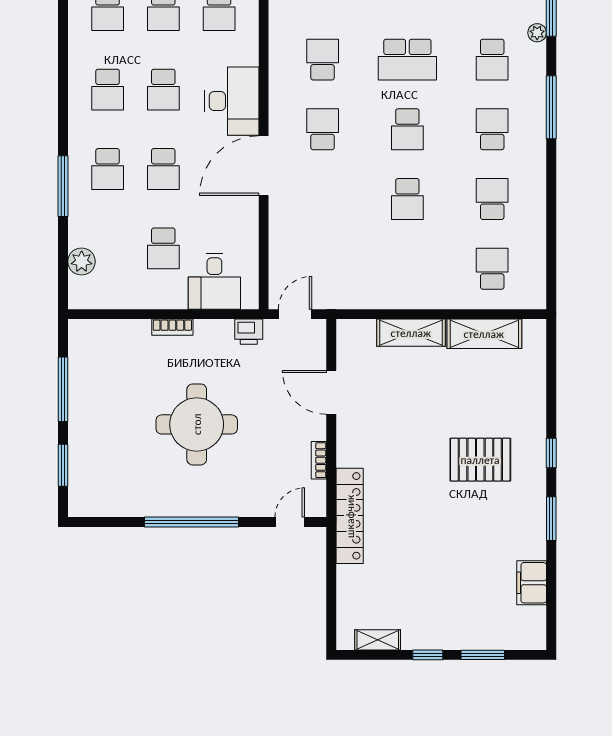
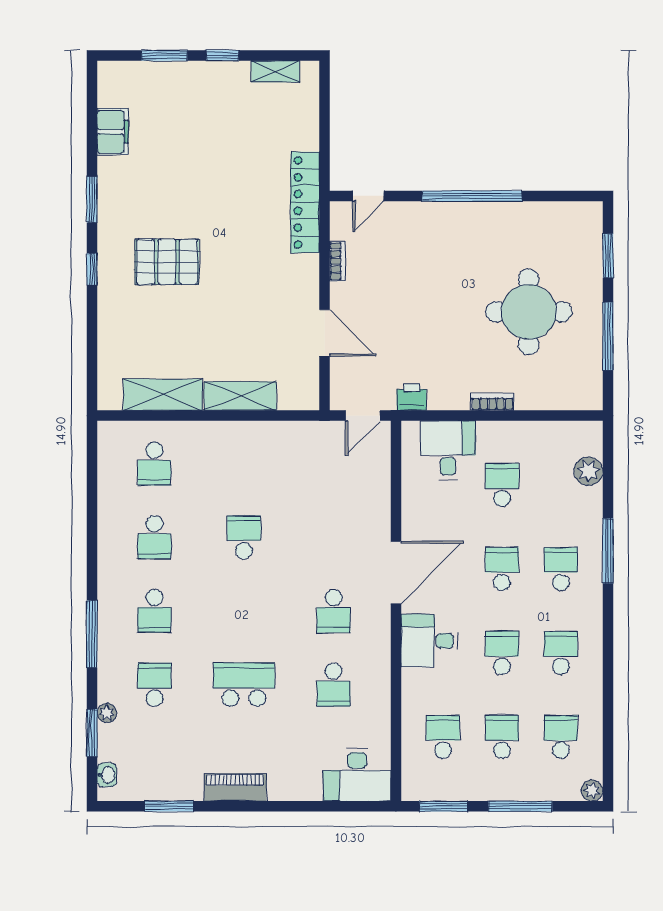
desk: (232, 101) -> (429, 641), width x0.73
school desk: (407, 129) -> (244, 611), removed
round table: (197, 424) -> (529, 312), moved

